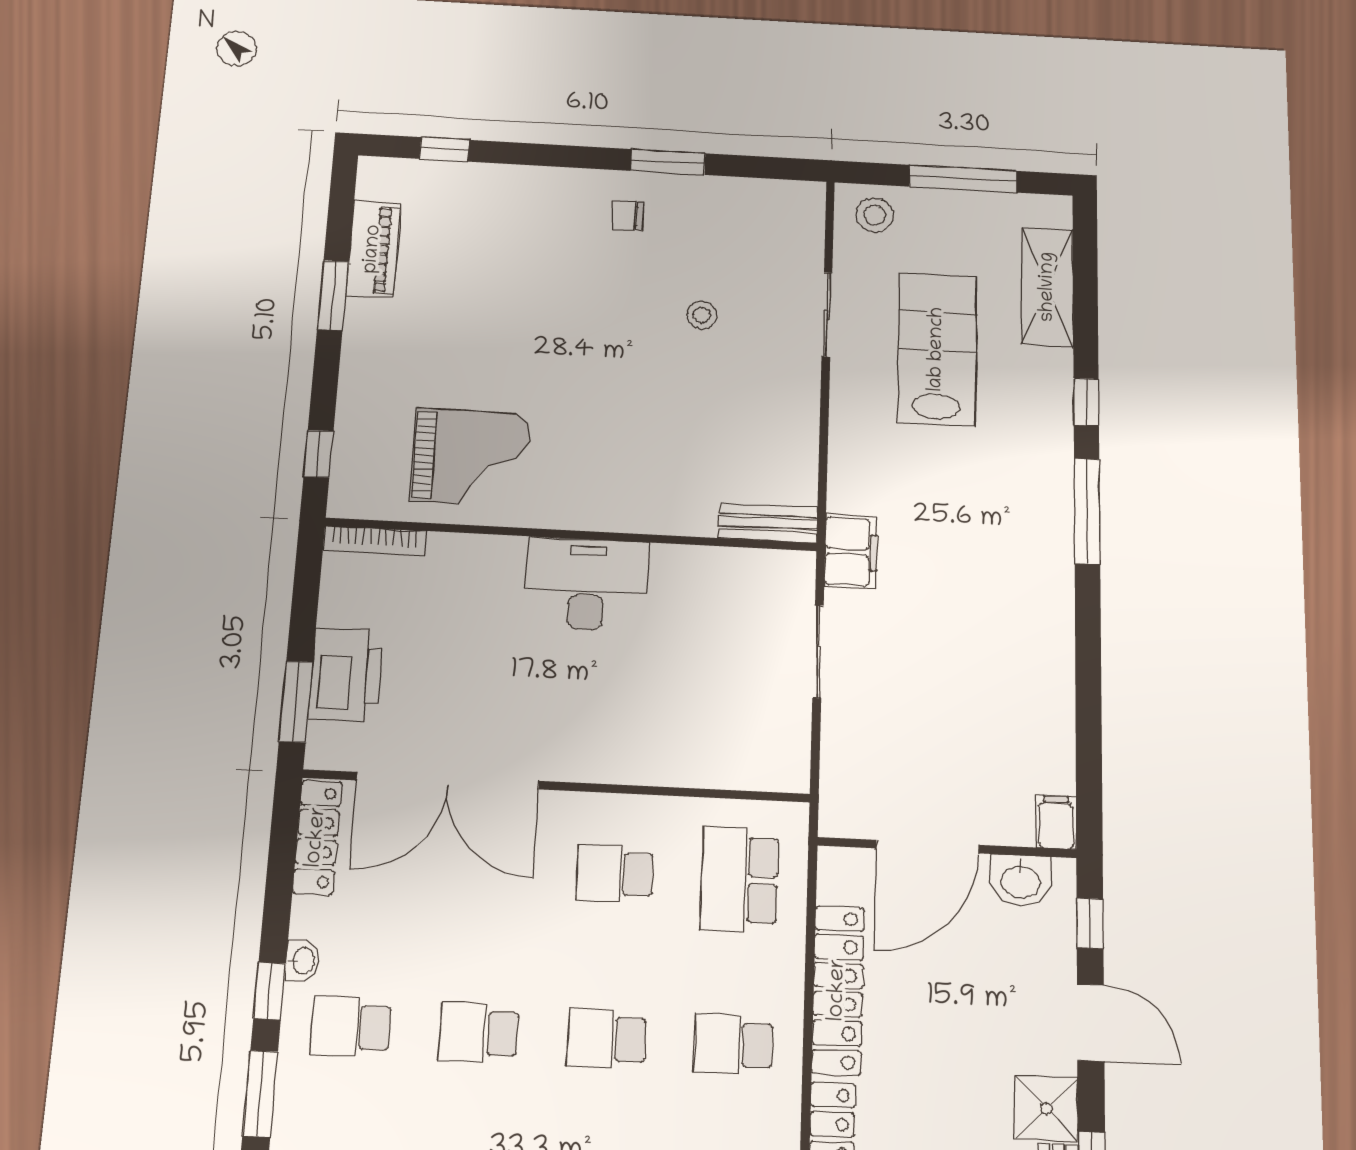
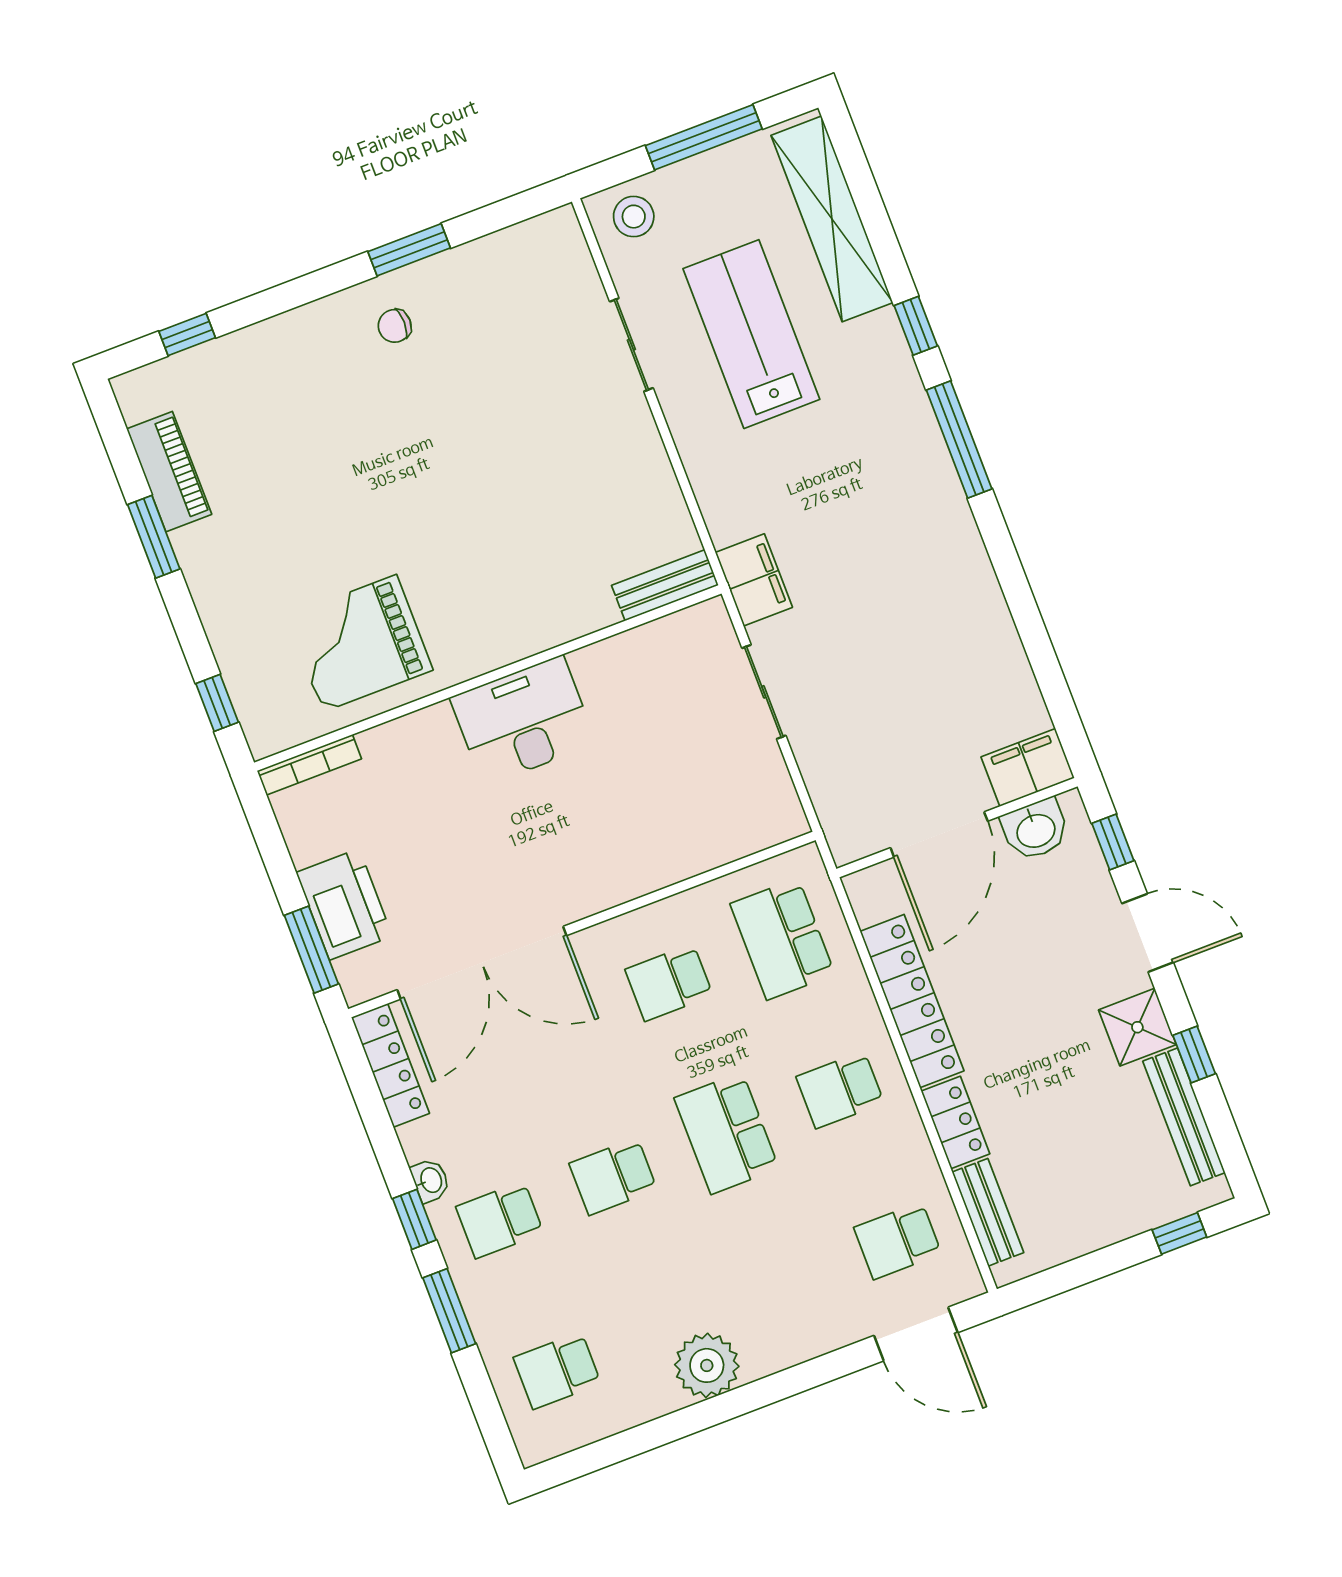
shelving: (1048, 287) -> (832, 219), width x1.47
stool: (702, 315) -> (512, 399), removed
grand piano: (471, 457) -> (360, 643), turned 180
filing cabinet: (1056, 822) -> (1028, 767), width x2.00
school desk: (606, 1039) -> (727, 1133), width x1.85

